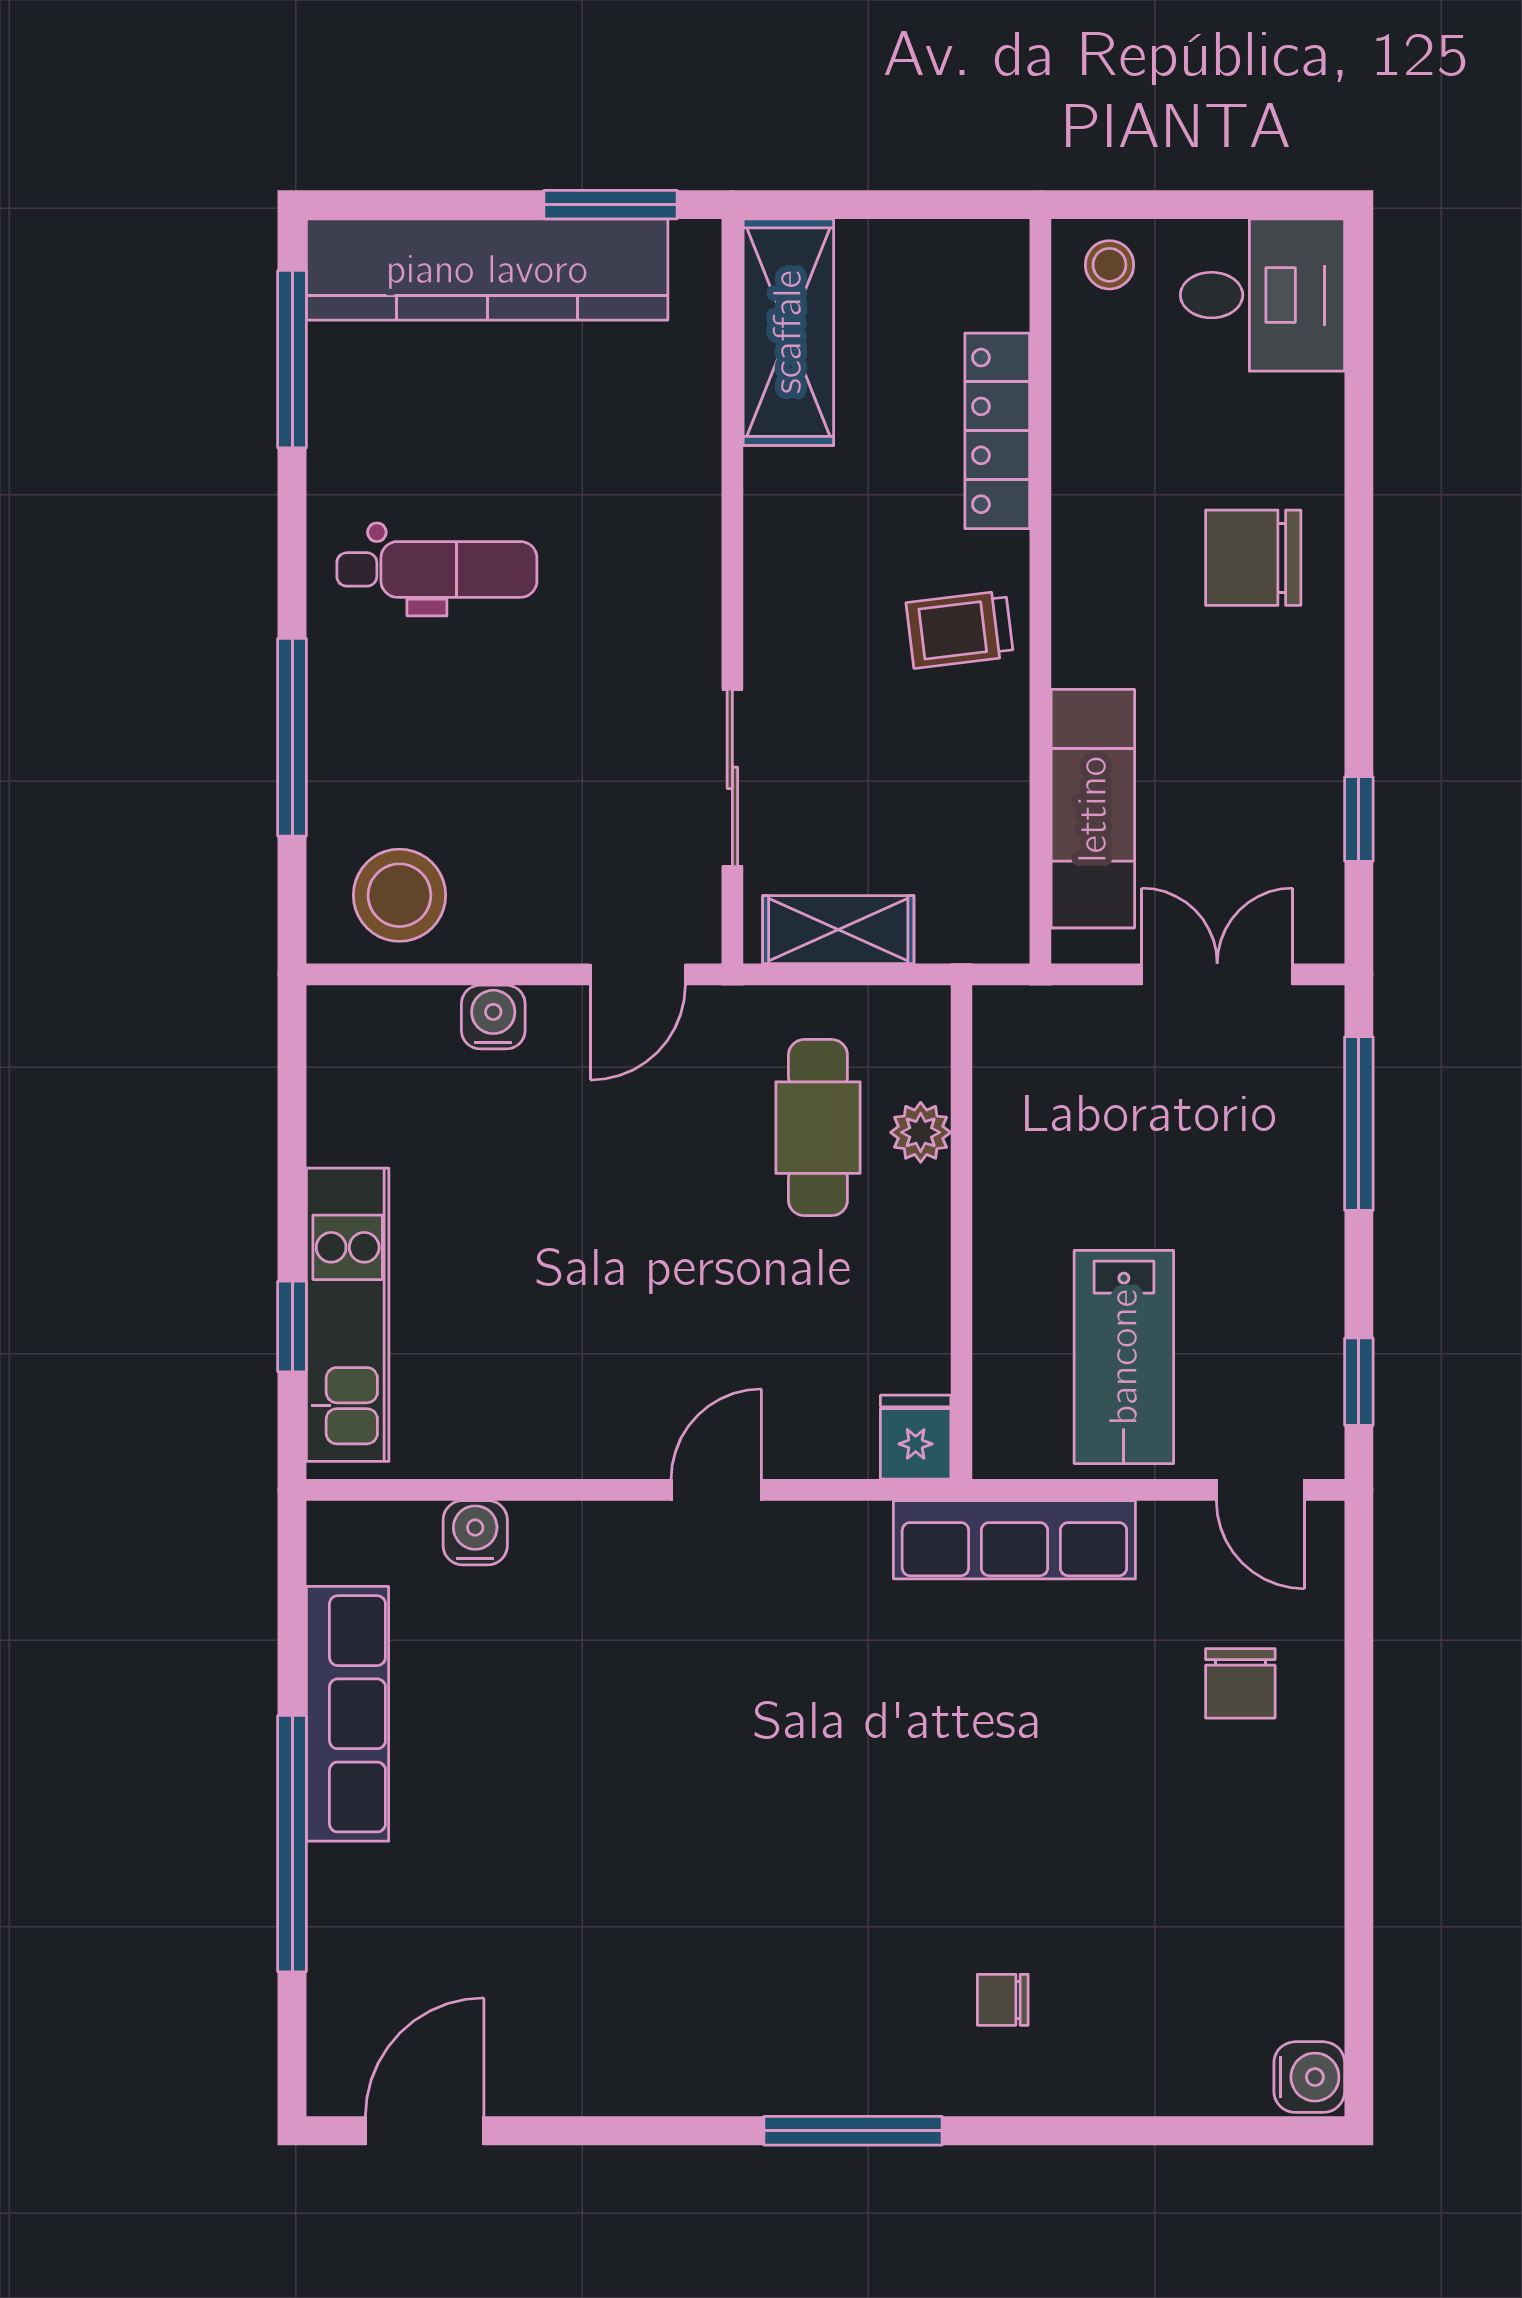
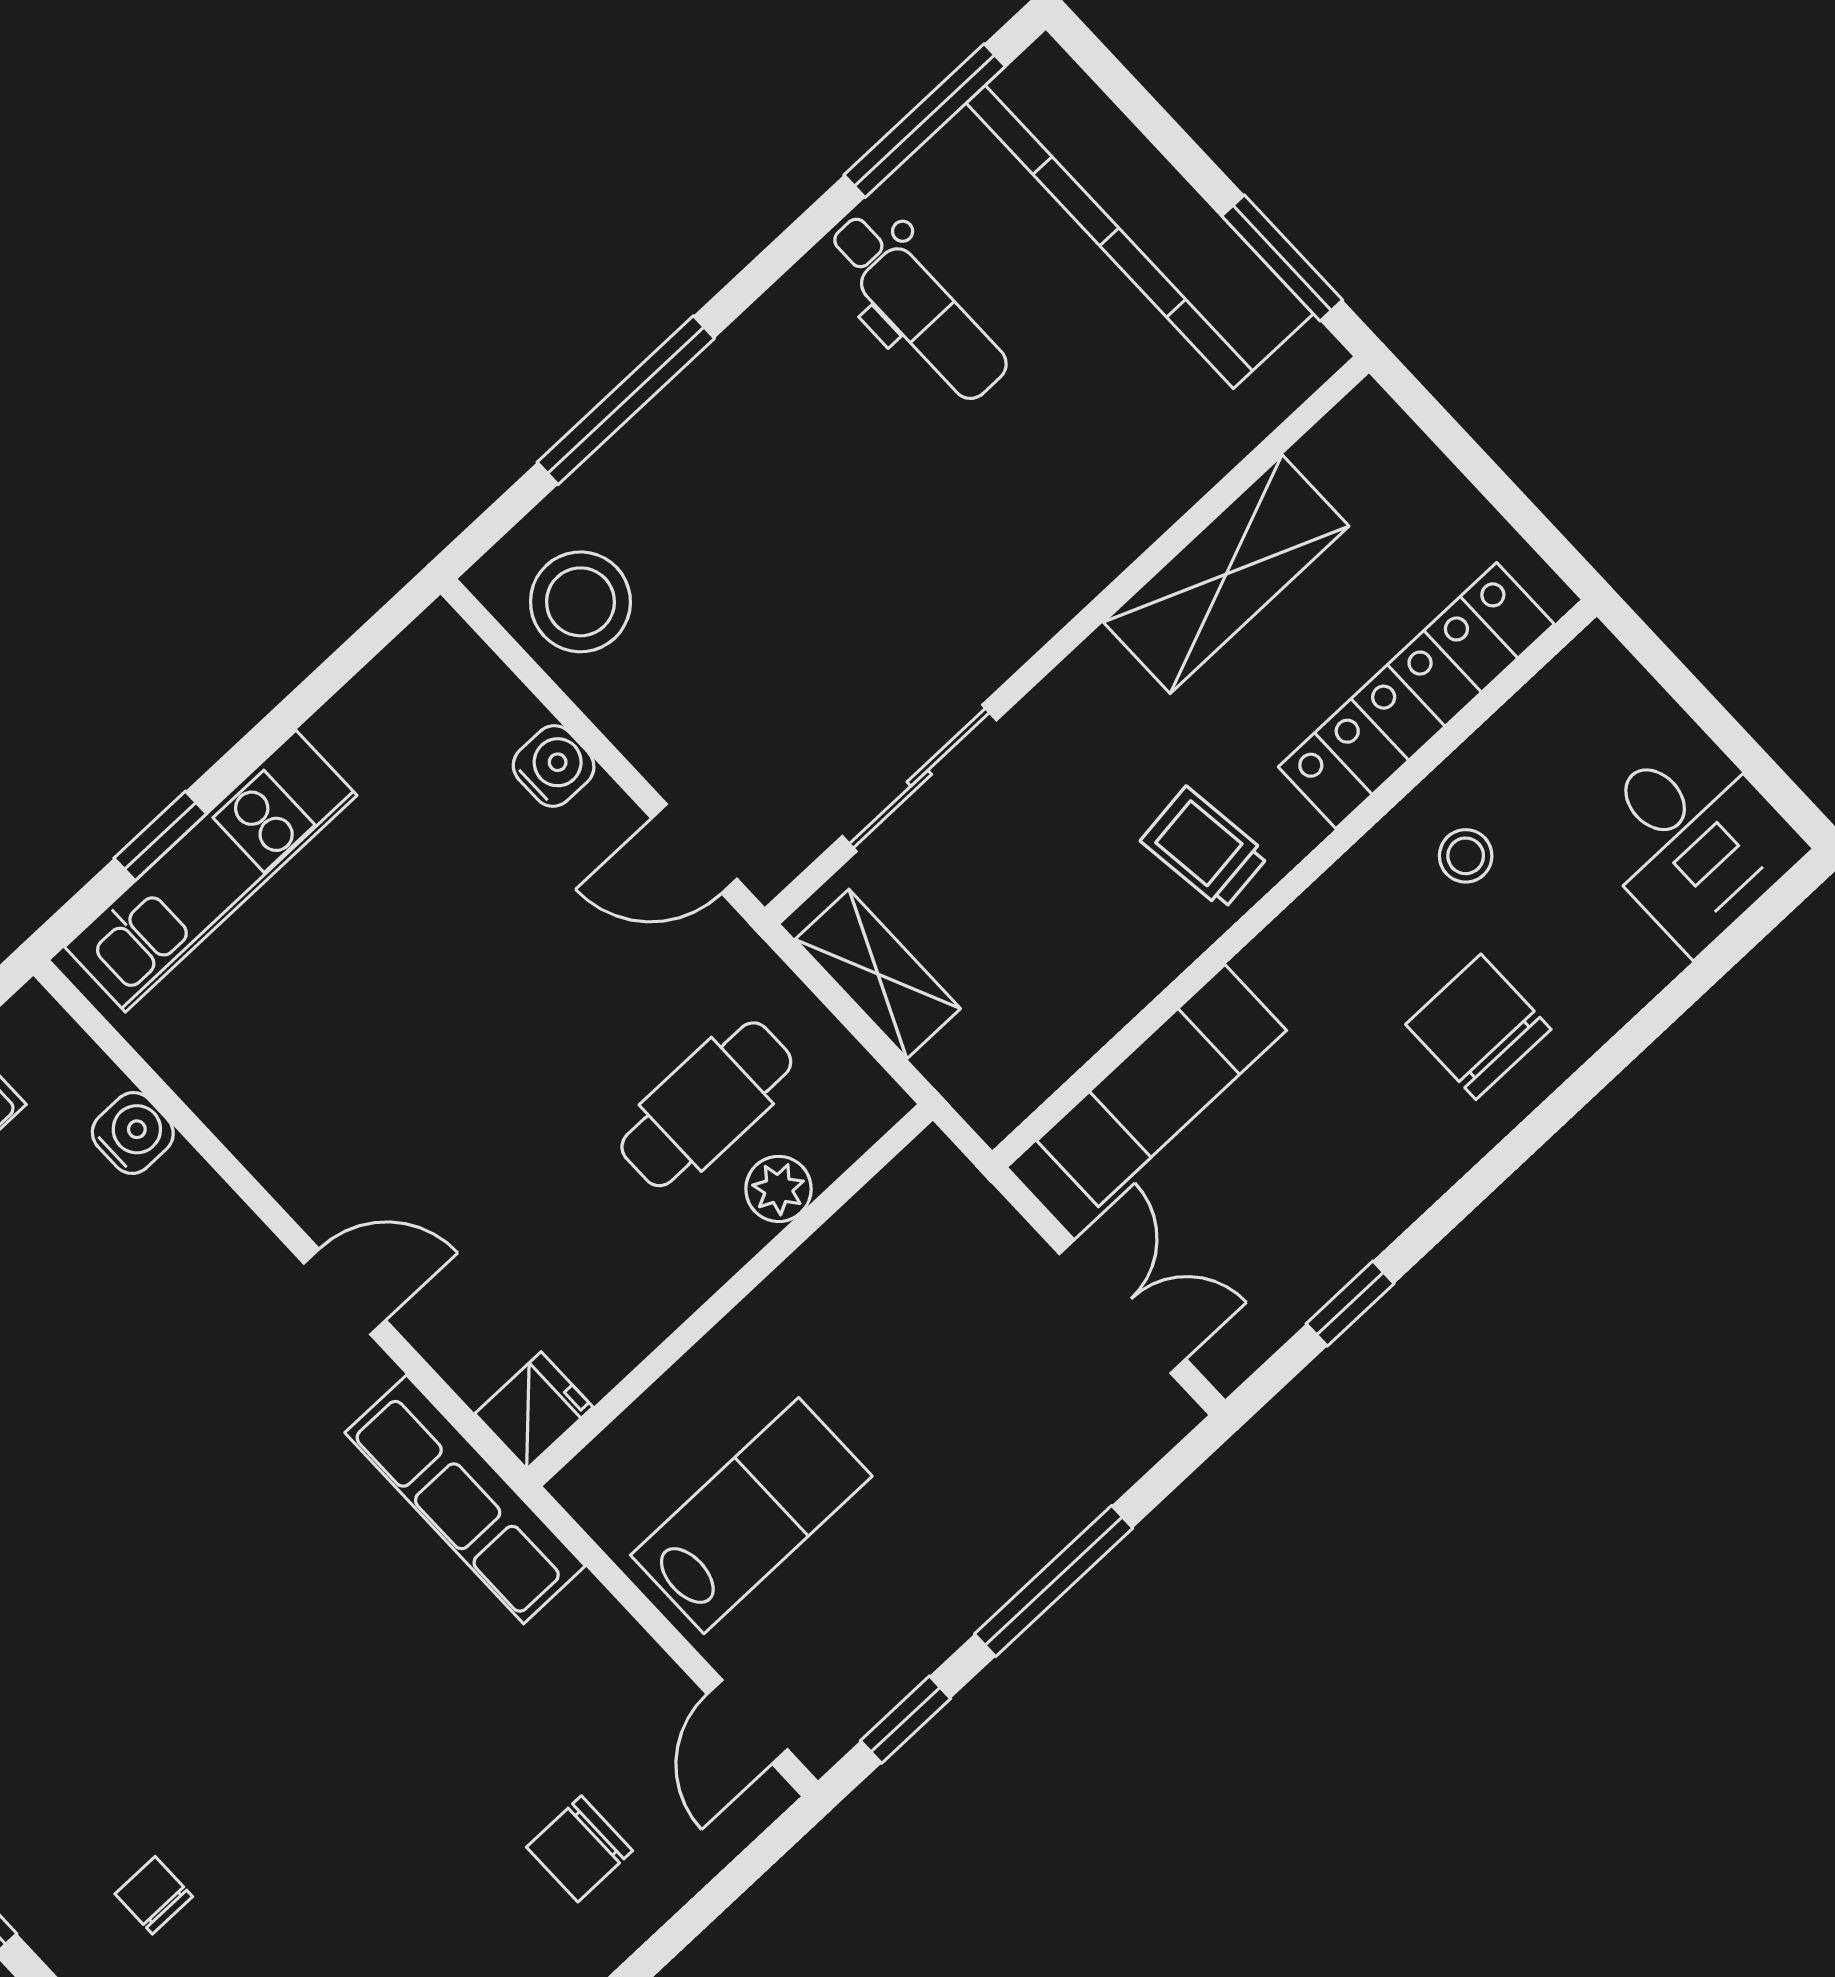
stool: (1109, 265) -> (1466, 856), moved
shelving: (788, 332) -> (1226, 574), moved
locker: (997, 431) -> (1416, 696), width x1.41, depth x1.21
dental chair: (437, 569) -> (918, 306), moved
window: (1359, 1124) -> (1054, 1581), moved
lab bench: (1124, 1357) -> (751, 1516), turned 180
row of seats: (1014, 1540) -> (465, 1499), moved

